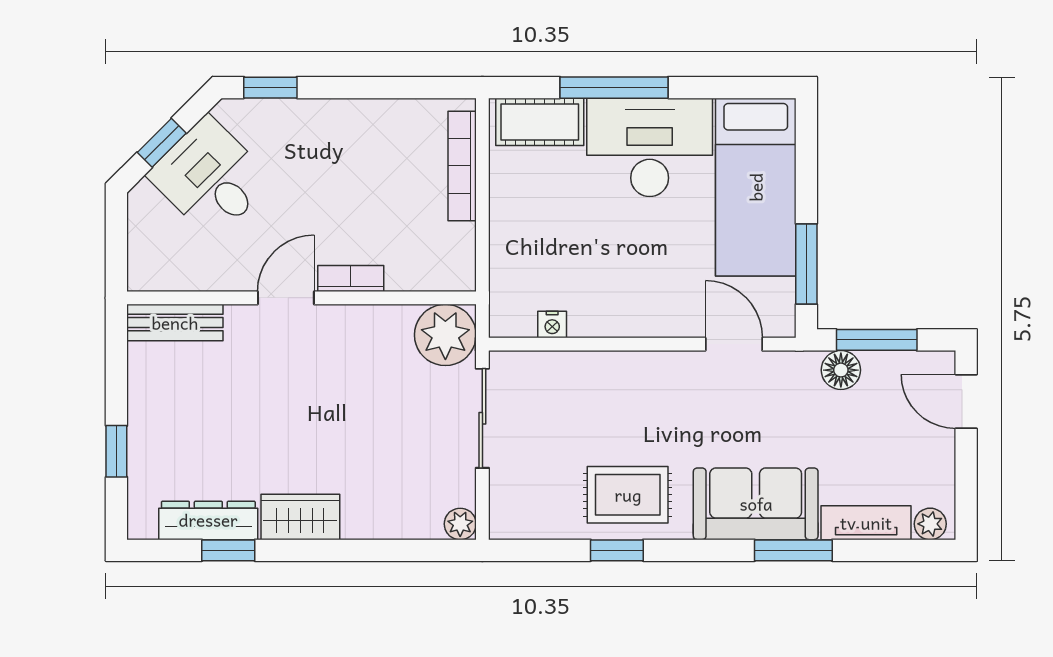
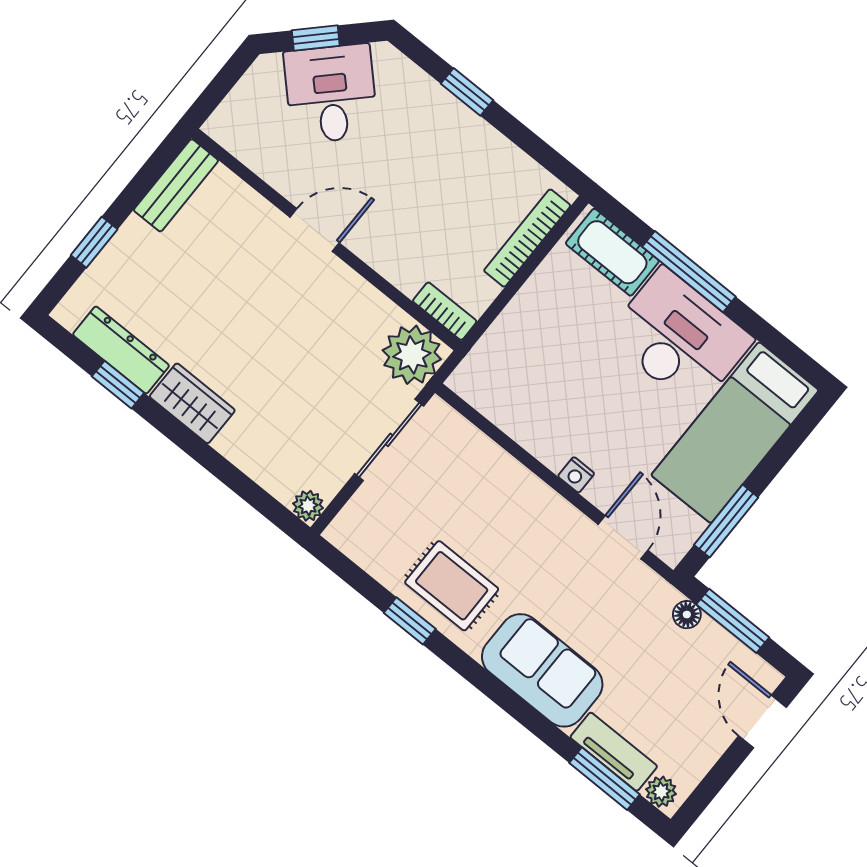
window: (270, 88) -> (467, 92), moved
bookcase: (351, 278) -> (445, 311), moved
bench: (175, 323) -> (176, 185), moved, turned 90
nightstand: (552, 325) -> (576, 475), moved
floor lamp: (841, 370) -> (687, 615), width x0.73, depth x0.73
window: (793, 550) -> (605, 779), moved

